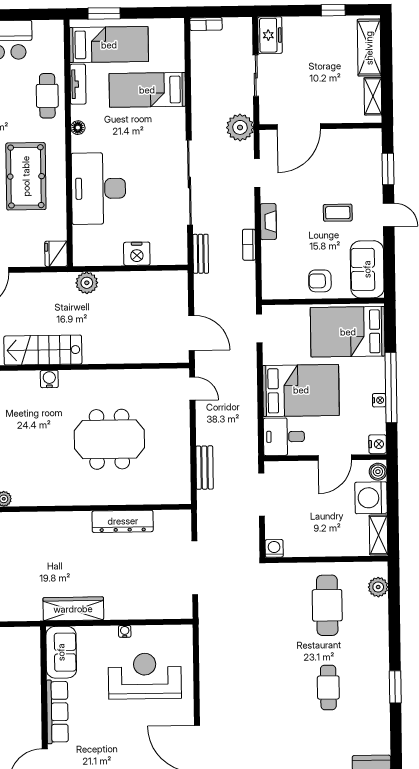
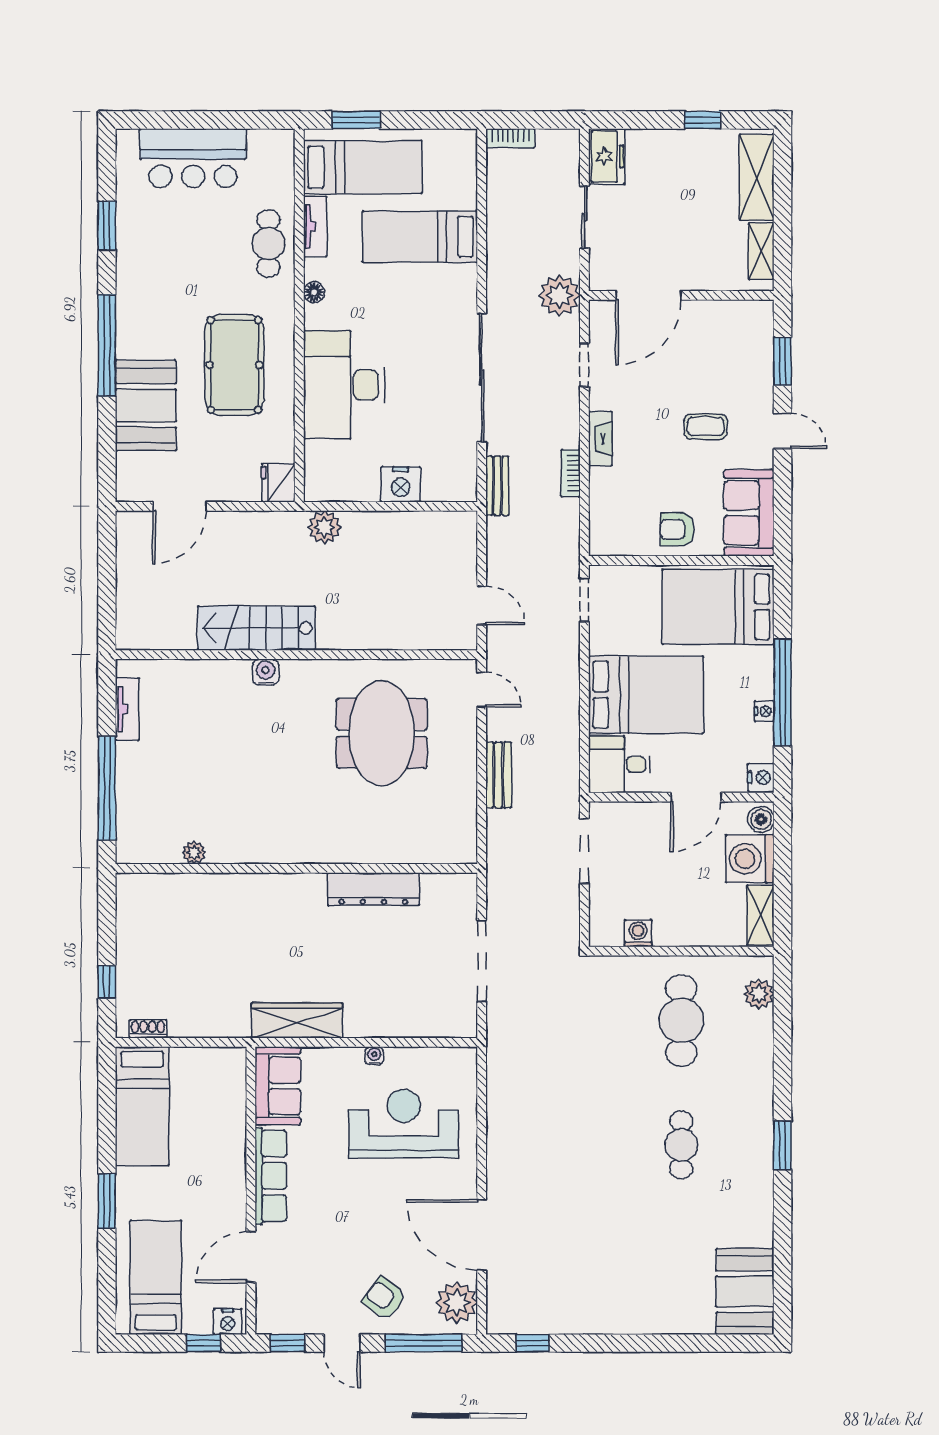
door: (192, 333) -> (482, 605), width x0.73
meeting table: (109, 439) -> (382, 733), moved, turned 90
bench: (205, 468) -> (499, 775), moved
washing machine: (274, 548) -> (638, 933), moved

